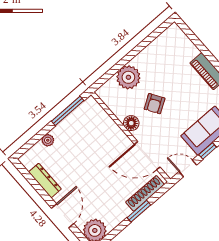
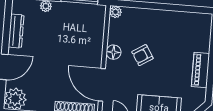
plant: (128, 77) -> (115, 12), moved, width x0.53, depth x0.53

